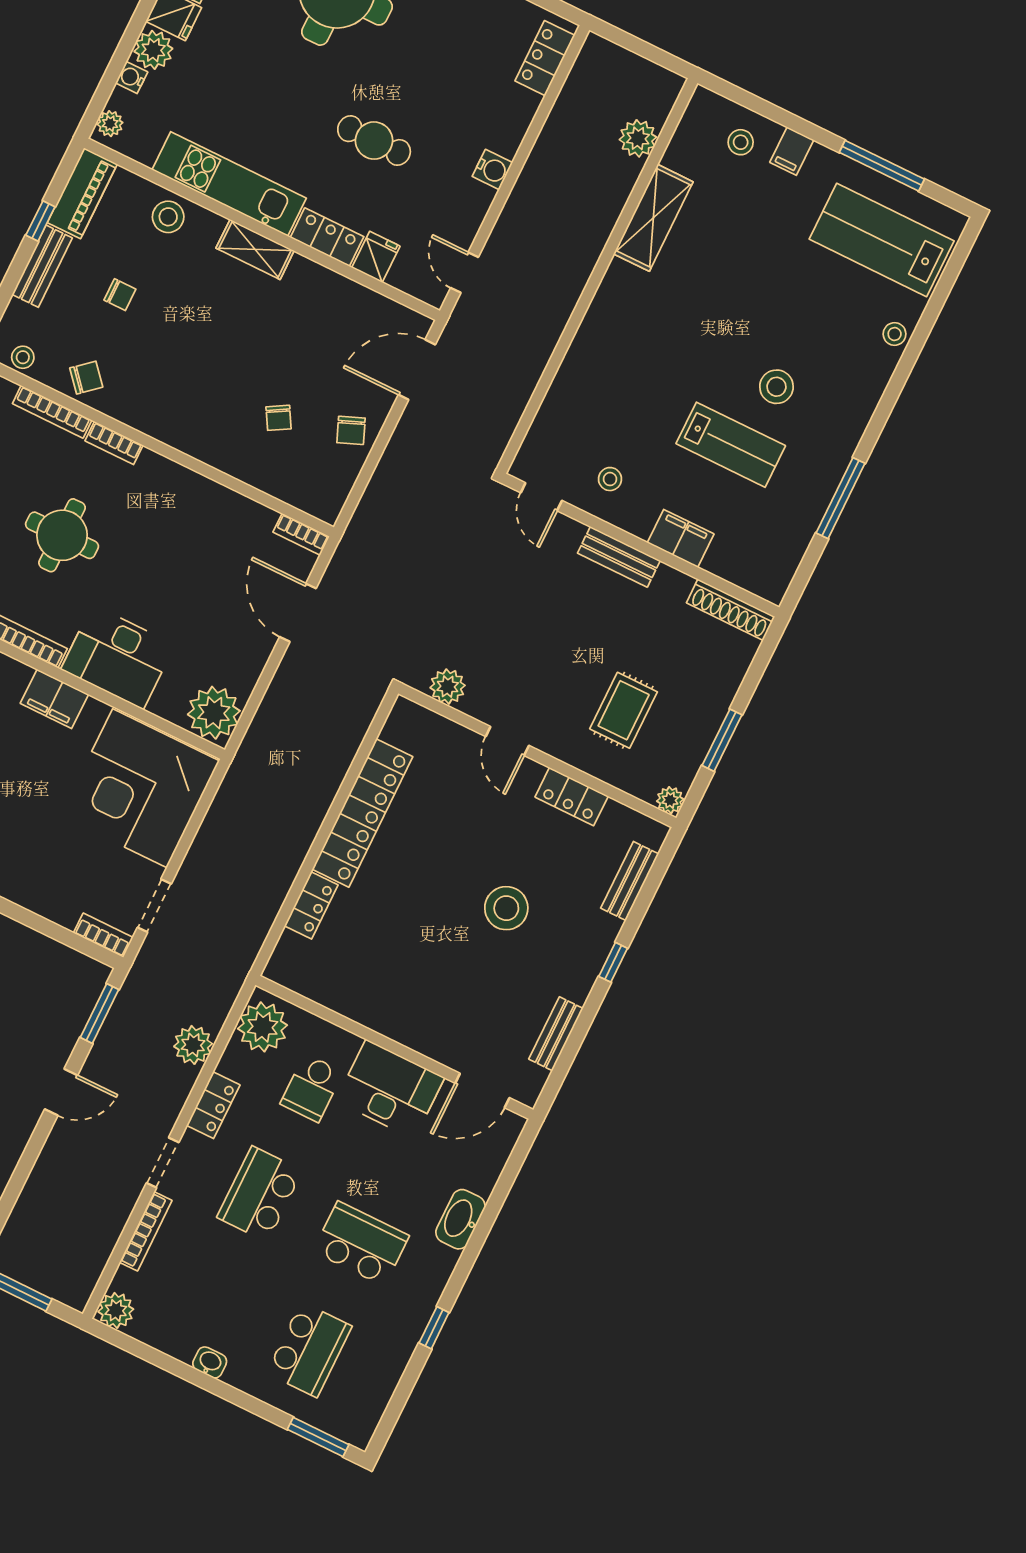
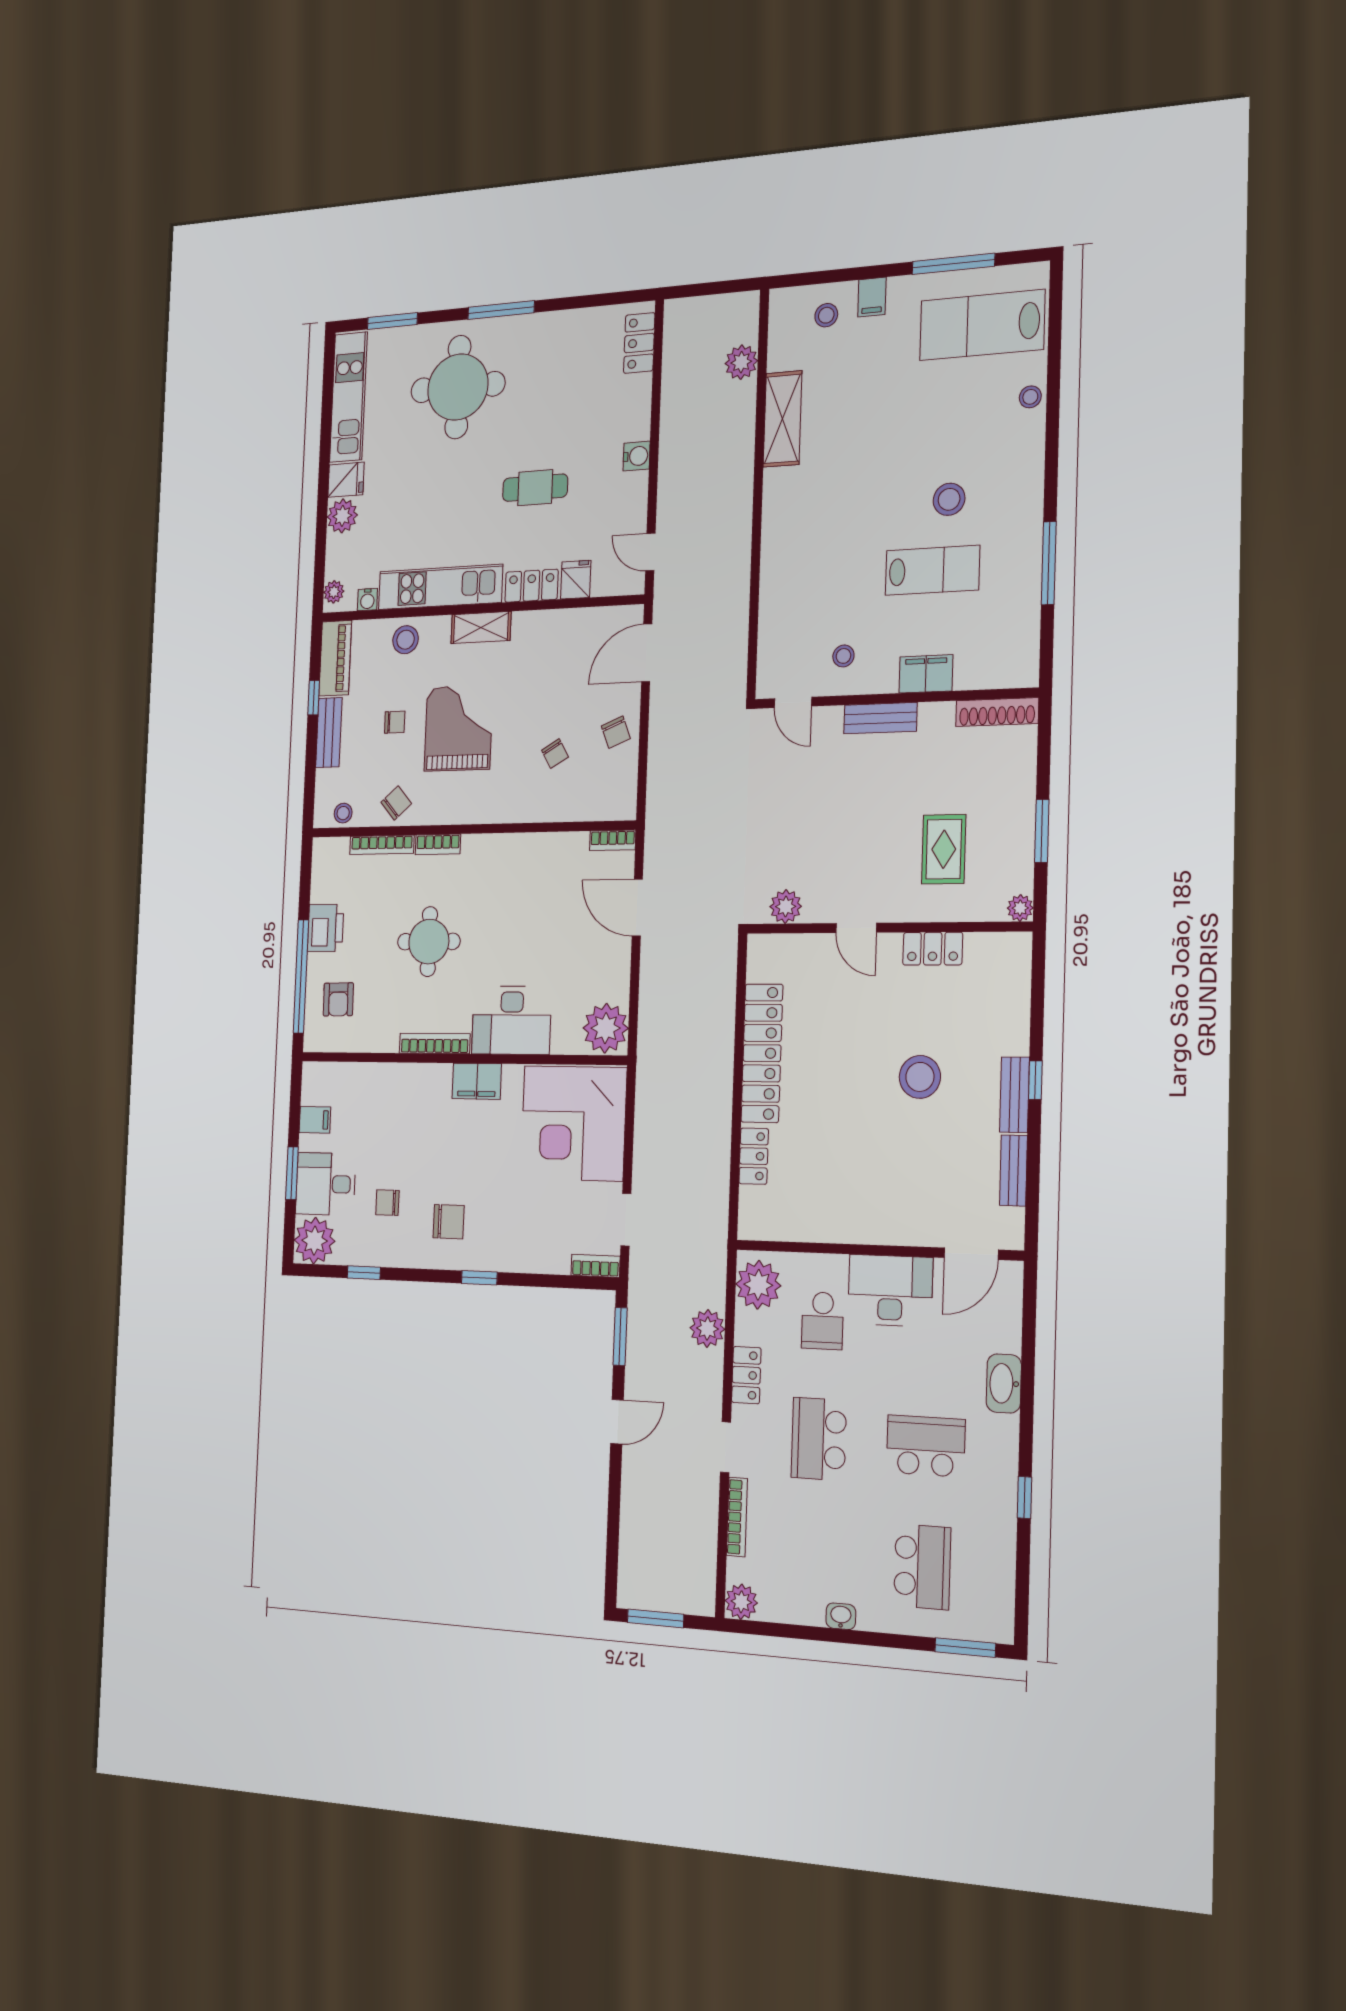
water cooler: (132, 77) -> (367, 600), moved, turned -90
grand piano: (187, 338) -> (458, 728), added
bench: (630, 881) -> (1015, 1095), moved

